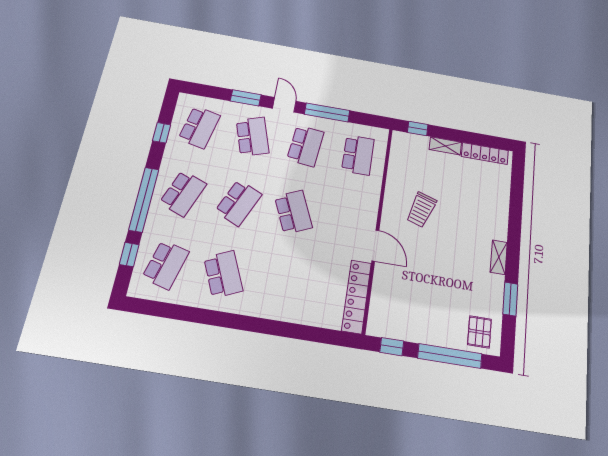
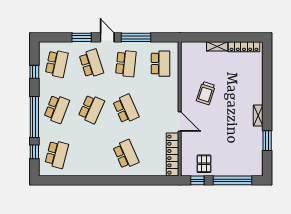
window: (418, 128) -> (197, 37), removed
school desk: (223, 274) -> (126, 154), moved
pallet: (479, 332) -> (204, 164), moved

